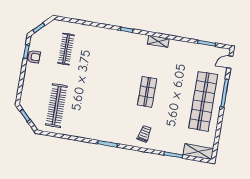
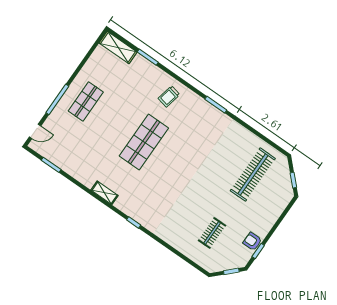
clothes rail: (66, 49) -> (212, 233), width x0.73
shop shelf: (147, 92) -> (144, 142), width x1.43, depth x1.36
shop shelf: (203, 101) -> (86, 101), width x0.50, depth x0.74

